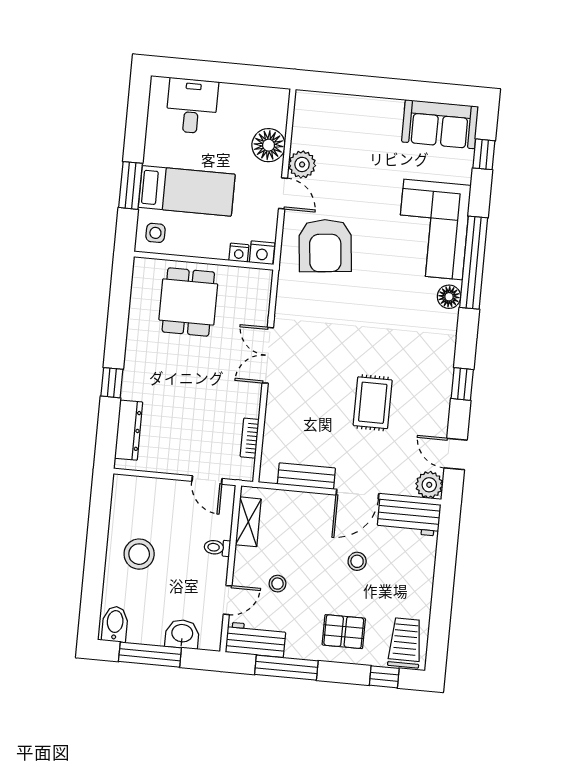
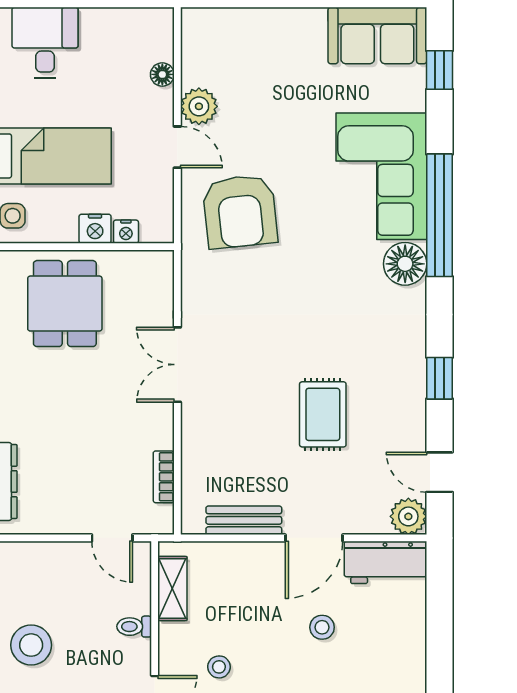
floor lamp: (269, 145) -> (162, 74), width x0.53, depth x0.53
nightstand: (262, 253) -> (95, 229), moved
floor lamp: (449, 297) -> (405, 264), width x1.38, depth x1.38

